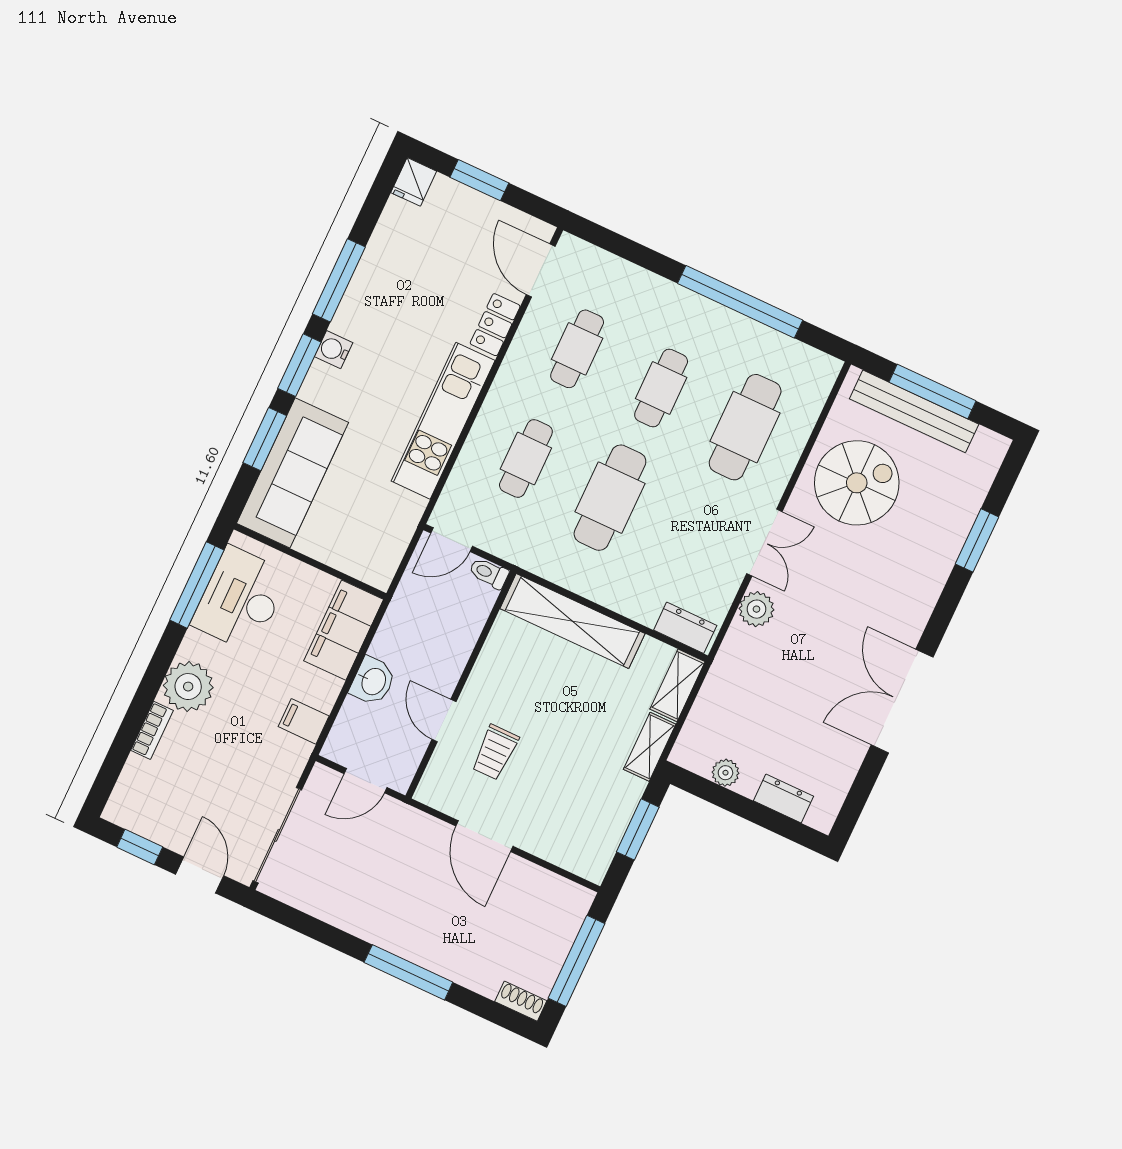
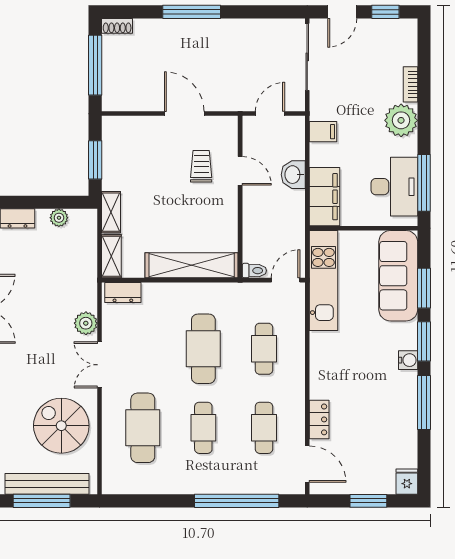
window: (740, 302) -> (237, 501), moved
kitchen unit: (443, 421) -> (323, 281), moved
spiral stairs: (857, 483) -> (61, 426), turned 90
door: (200, 875) -> (342, 12), hinge flipped

